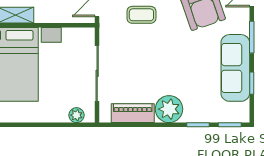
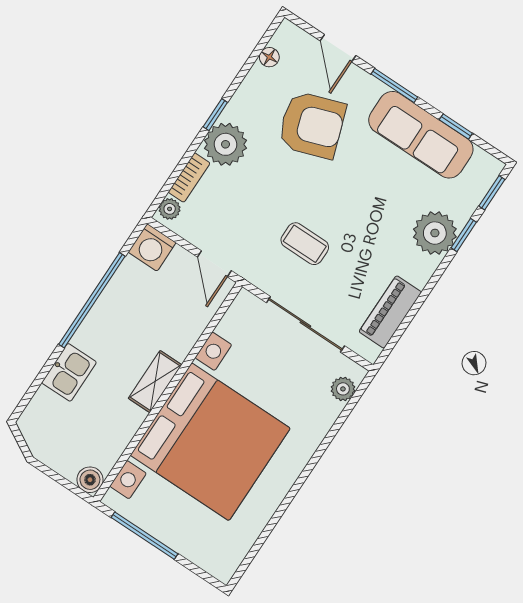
coffee table: (141, 15) -> (305, 244), moved, turned 90
plant: (169, 109) -> (435, 233), moved

